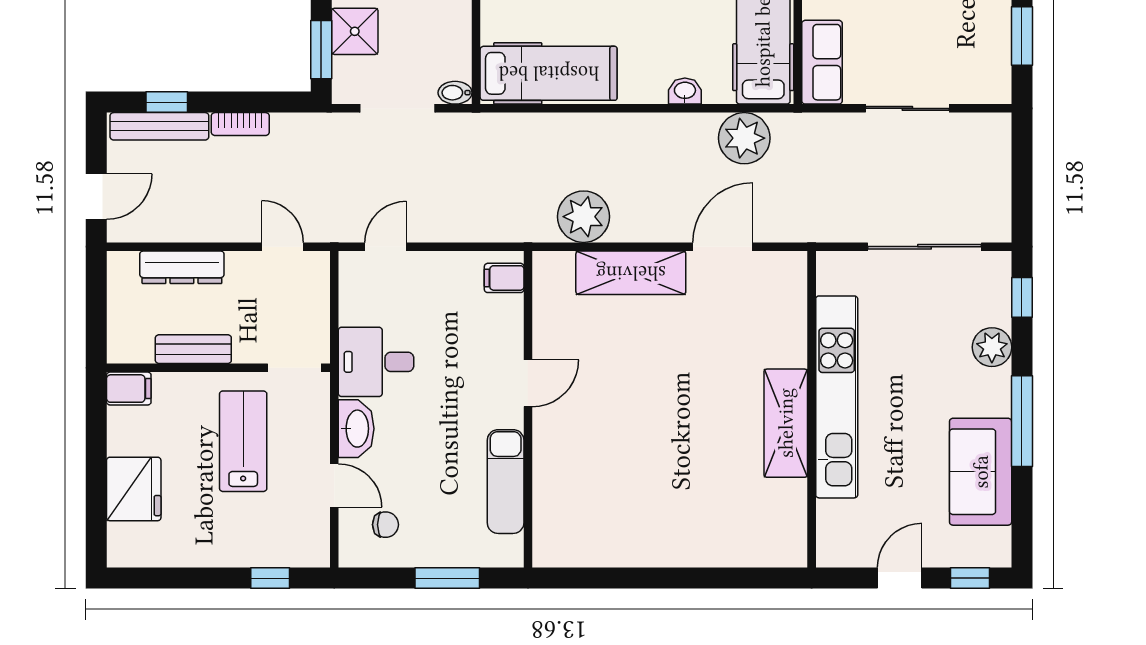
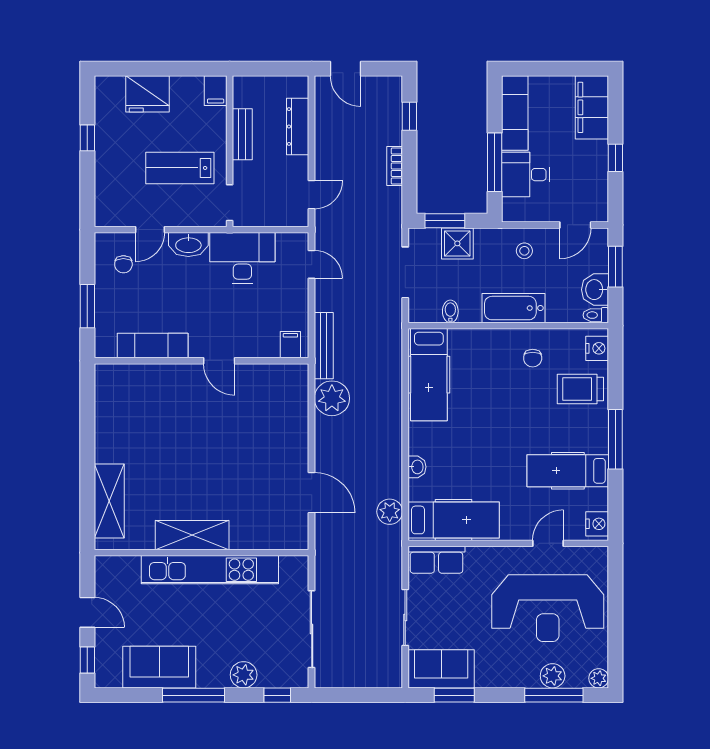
sofa: (983, 55) -> (441, 669), added
bidet: (455, 93) -> (450, 311), moved
bench: (159, 126) -> (324, 346), moved
plant: (744, 138) -> (390, 512), width x0.73, depth x0.73
shelving: (631, 273) -> (109, 501), moved
desk: (376, 362) -> (242, 258), width x1.37
lab bench: (243, 441) -> (180, 168), turned 180
window: (270, 578) -> (87, 138), moved

